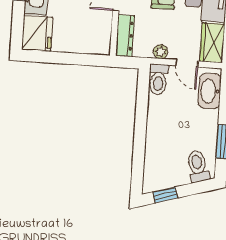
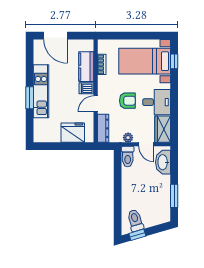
fridge: (37, 33) -> (73, 133), moved, turned -90
toilet: (198, 166) -> (135, 220), moved

